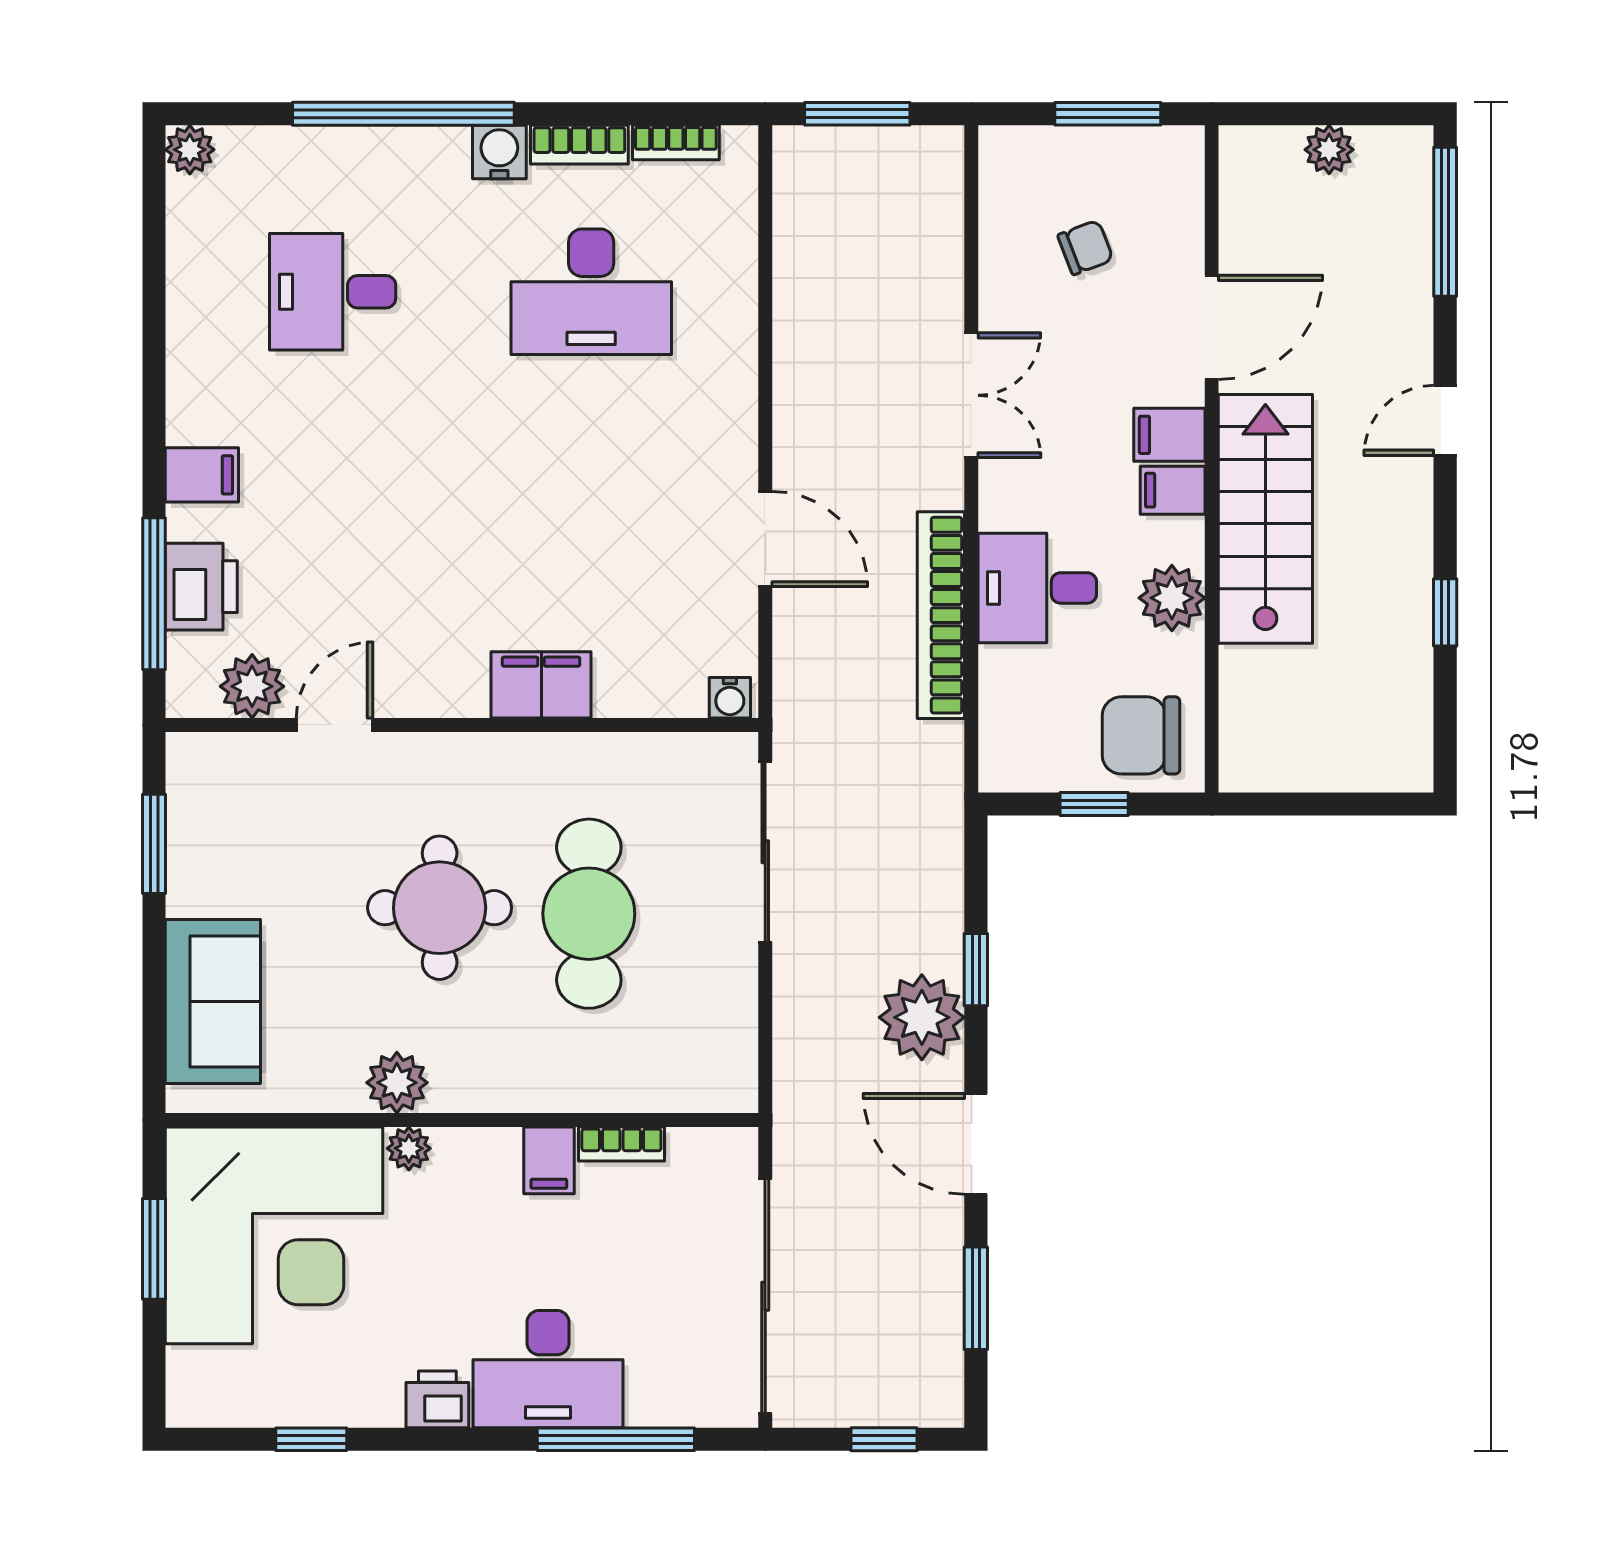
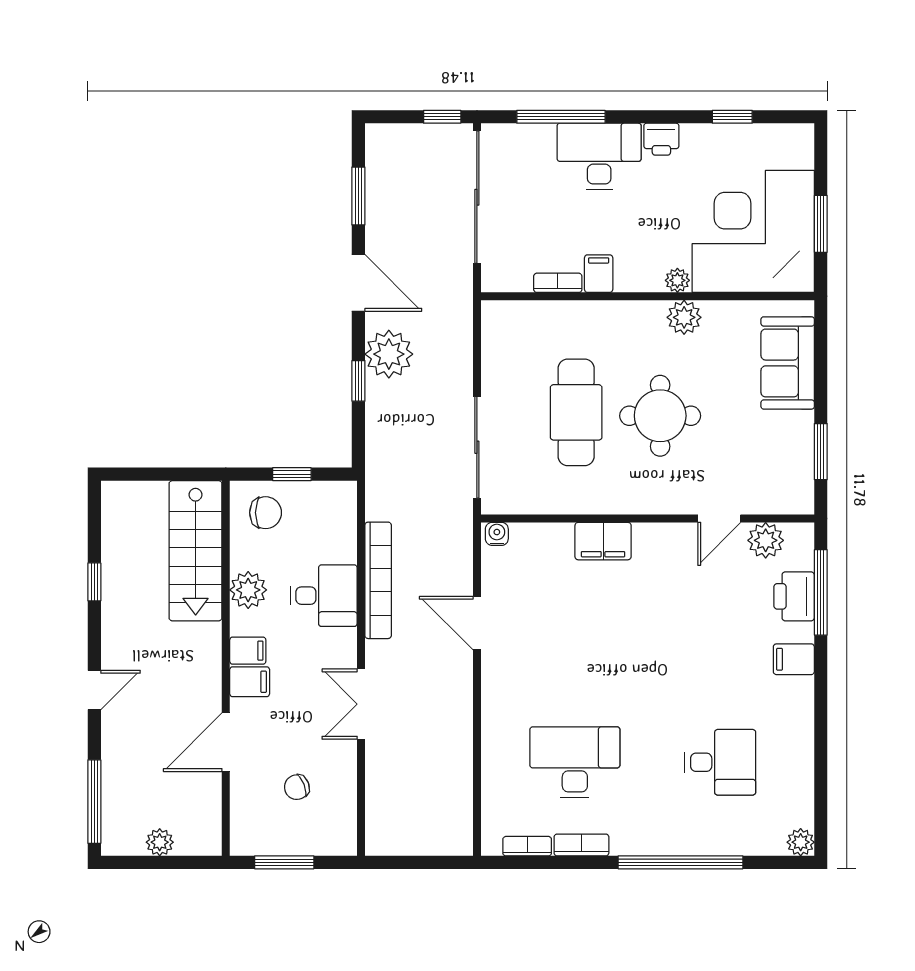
window: (857, 114) -> (425, 862), removed
water cooler: (499, 152) -> (626, 841), removed
stairs: (1265, 519) -> (196, 551), moved
chair: (1141, 735) -> (266, 513), width x0.73, depth x0.73
window: (884, 1439) -> (442, 117), moved

